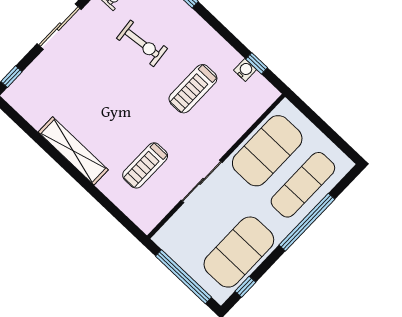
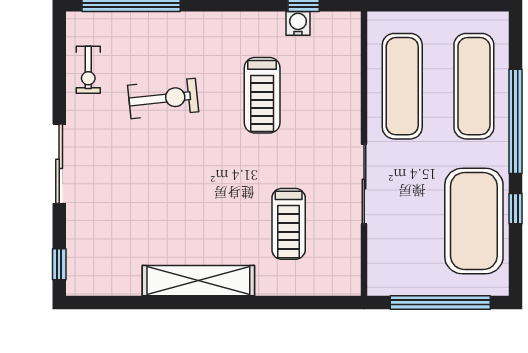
exercise mat: (267, 151) -> (402, 86), width x0.68
window: (245, 287) -> (516, 209), moved

